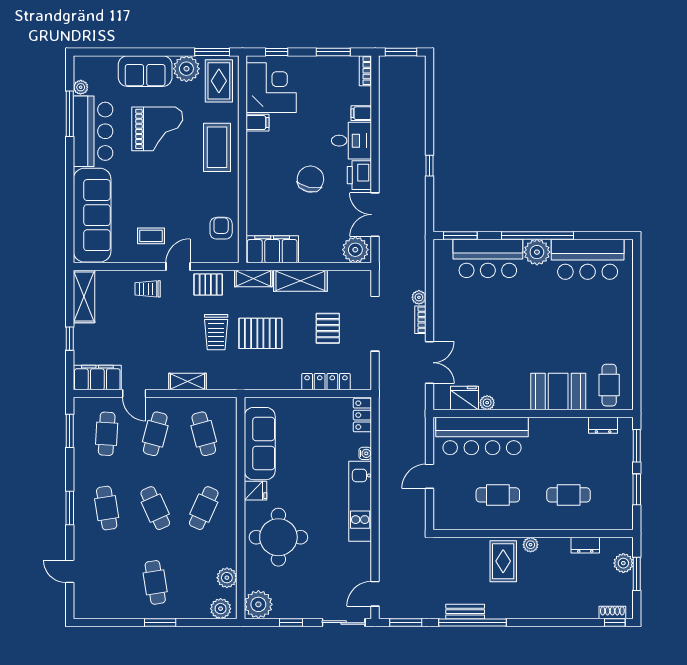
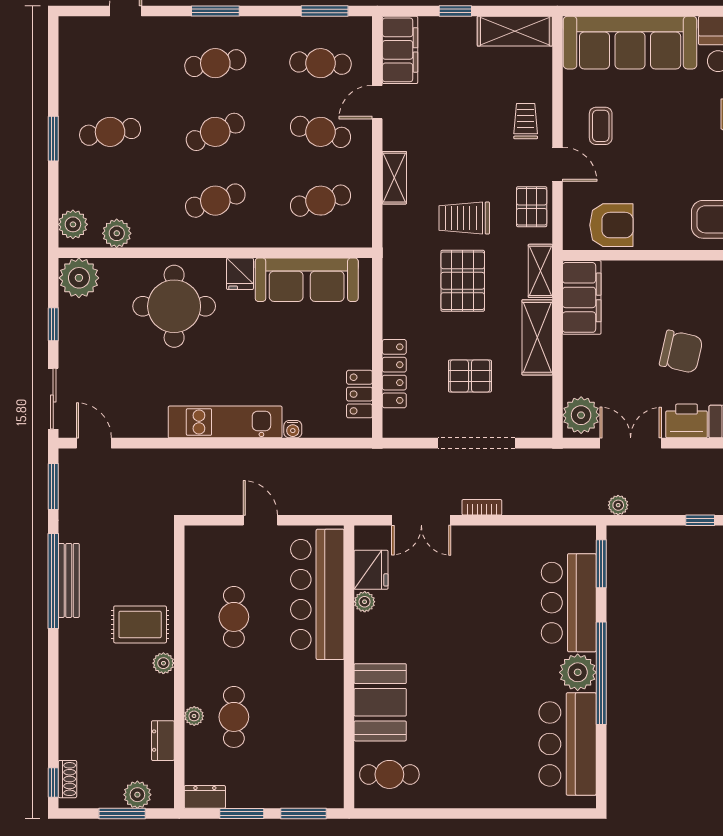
armchair: (221, 228) -> (611, 225), width x1.38, depth x1.38
plant: (419, 297) -> (618, 505), moved
locker: (362, 415) -> (359, 394), moved, turned -90
dresser: (603, 425) -> (205, 797), moved, turned 90
cafe table: (204, 508) -> (215, 201), turned -42
plant: (568, 523) -> (194, 716), added
bench: (465, 612) -> (69, 580), width x1.36

